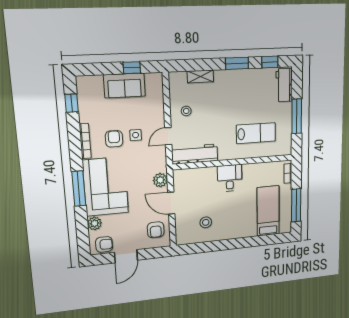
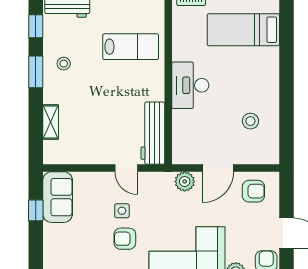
sofa: (124, 86) -> (58, 197), moved
stool: (186, 111) -> (64, 64), moved
lab bench: (256, 133) -> (131, 47), turned 90
desk: (230, 178) -> (190, 85), width x1.37

